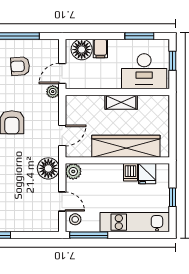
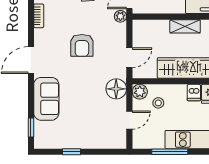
door: (62, 202) -> (129, 120), hinge flipped
stool: (75, 219) -> (158, 103), moved
window: (89, 235) -> (170, 152), moved

